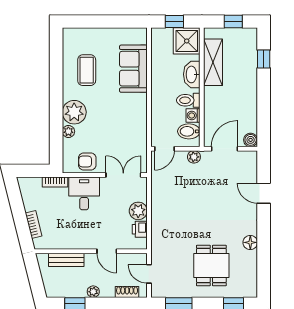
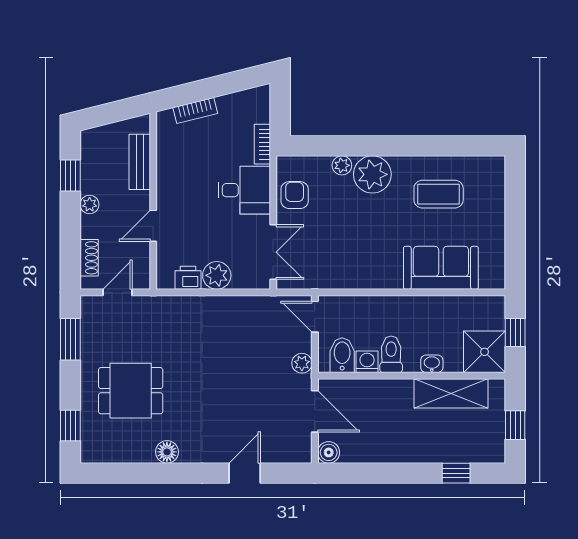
washbasin: (192, 74) -> (432, 364), width x0.52, depth x0.69

